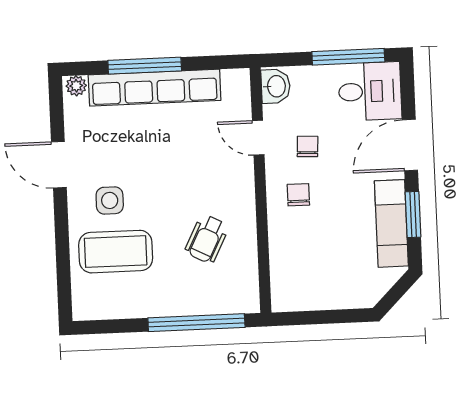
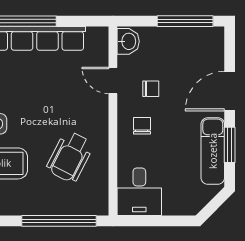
desk: (370, 91) -> (139, 192), moved, turned 90
chair: (308, 146) -> (151, 89), turned 87
wheelchair: (207, 239) -> (70, 157), width x1.36, depth x1.37

